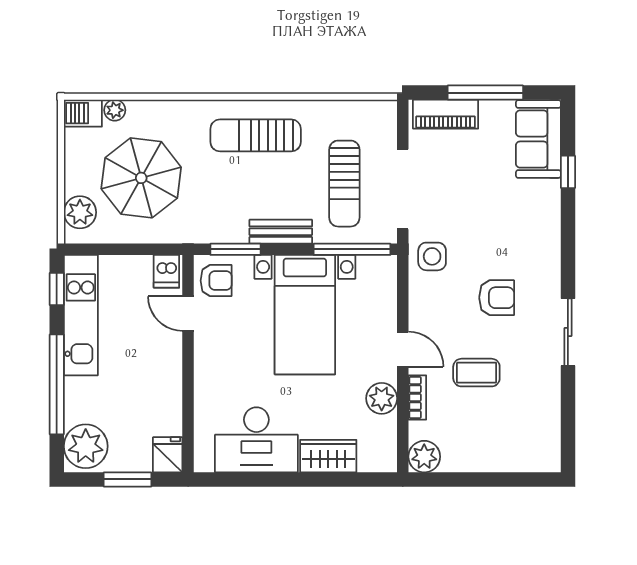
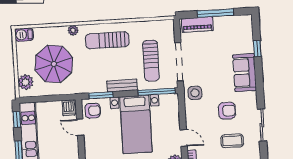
plant: (115, 110) -> (73, 30), moved
sofa: (538, 139) -> (245, 73), moved
coffee table: (476, 373) -> (232, 141), moved

